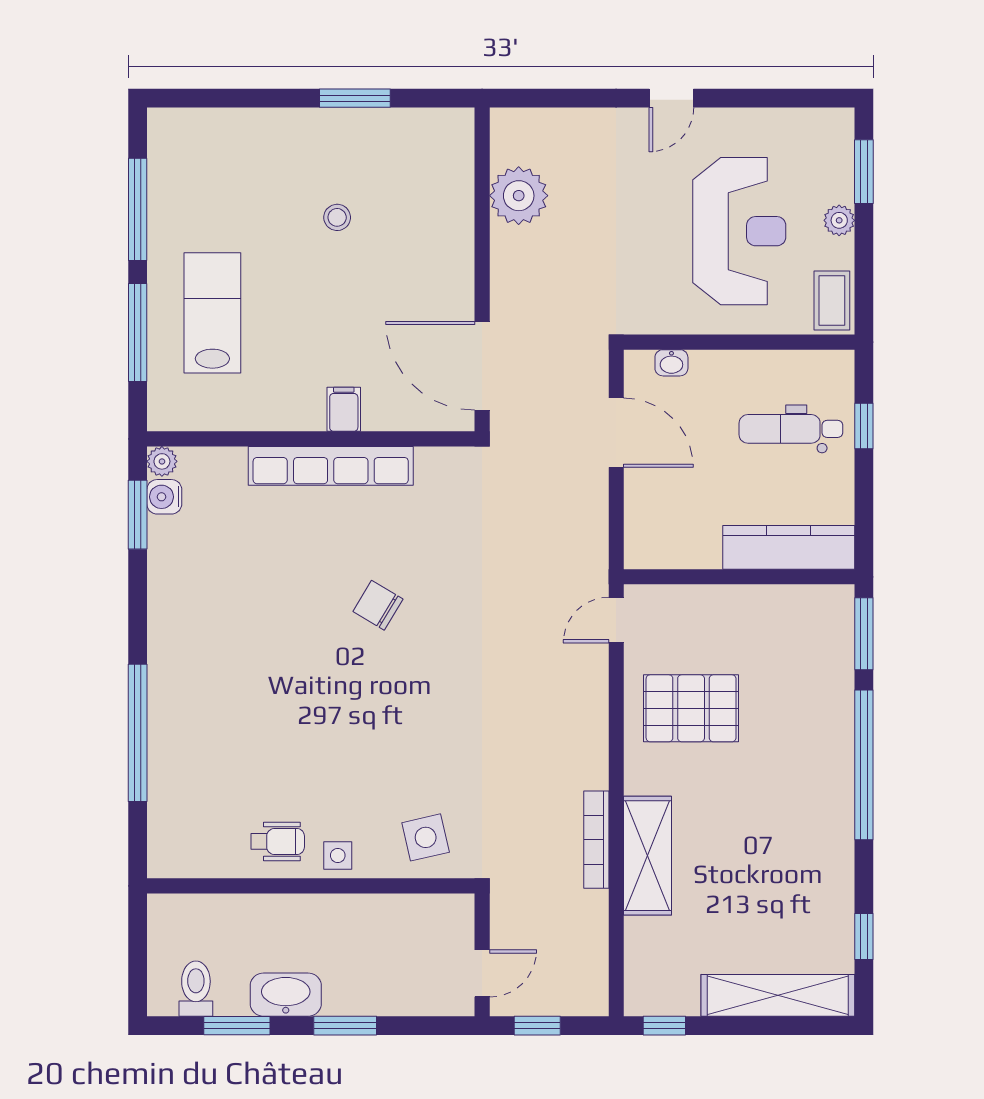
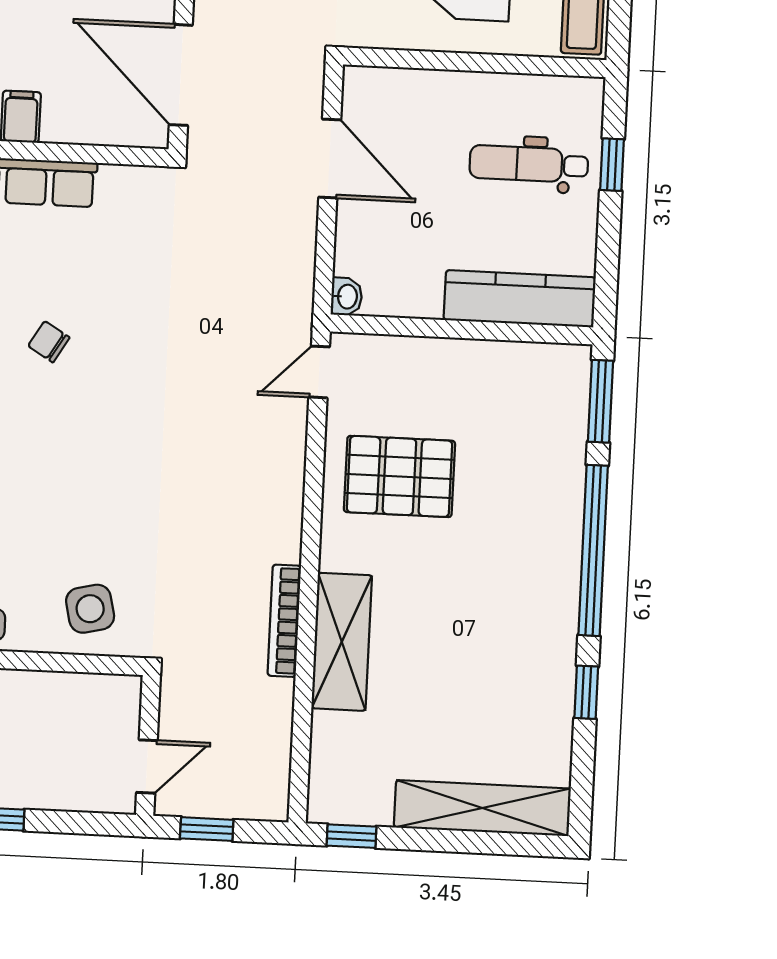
washbasin: (671, 363) -> (347, 297), moved, turned -90
chair: (378, 605) -> (49, 342), width x0.73, depth x0.73
window: (864, 937) -> (586, 692), moved

